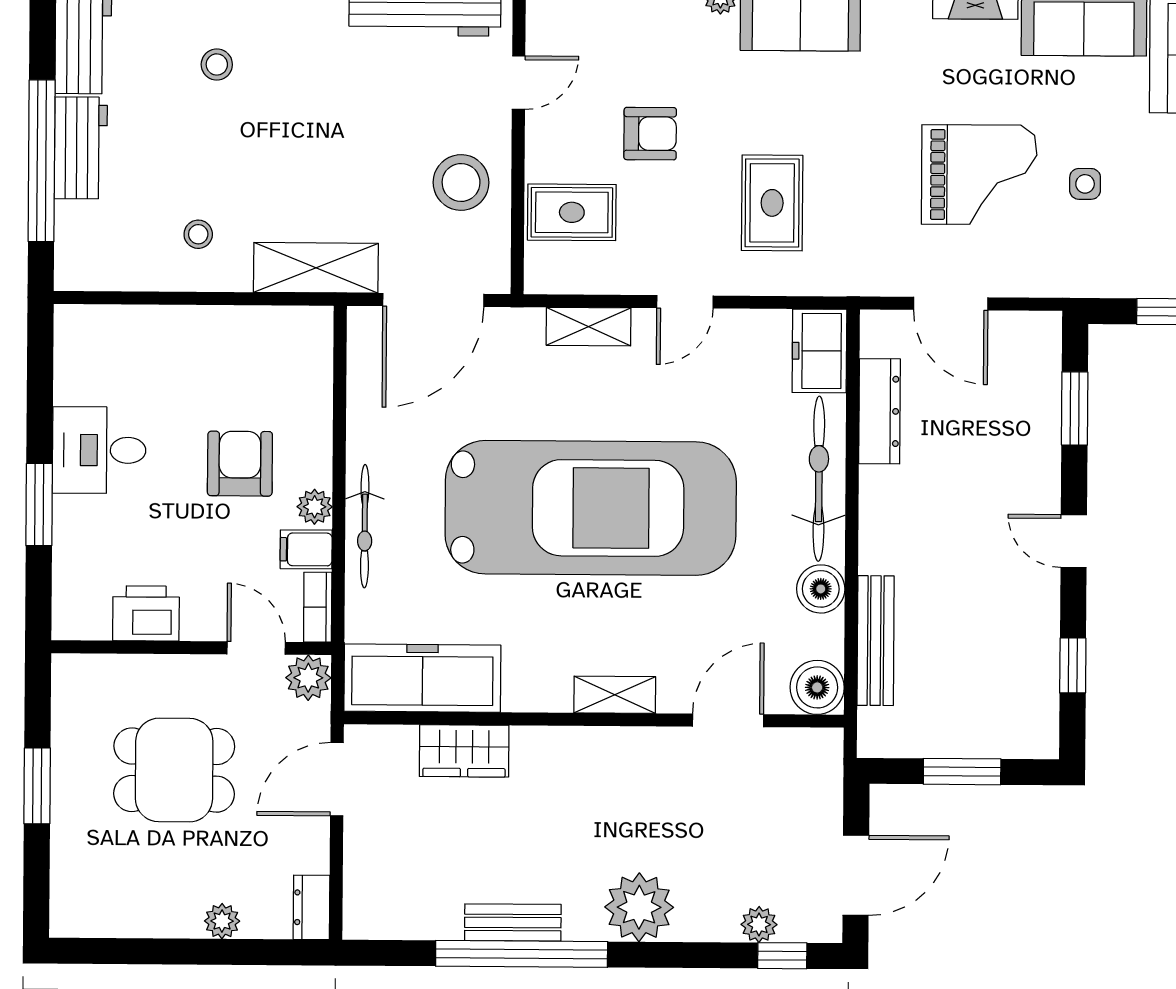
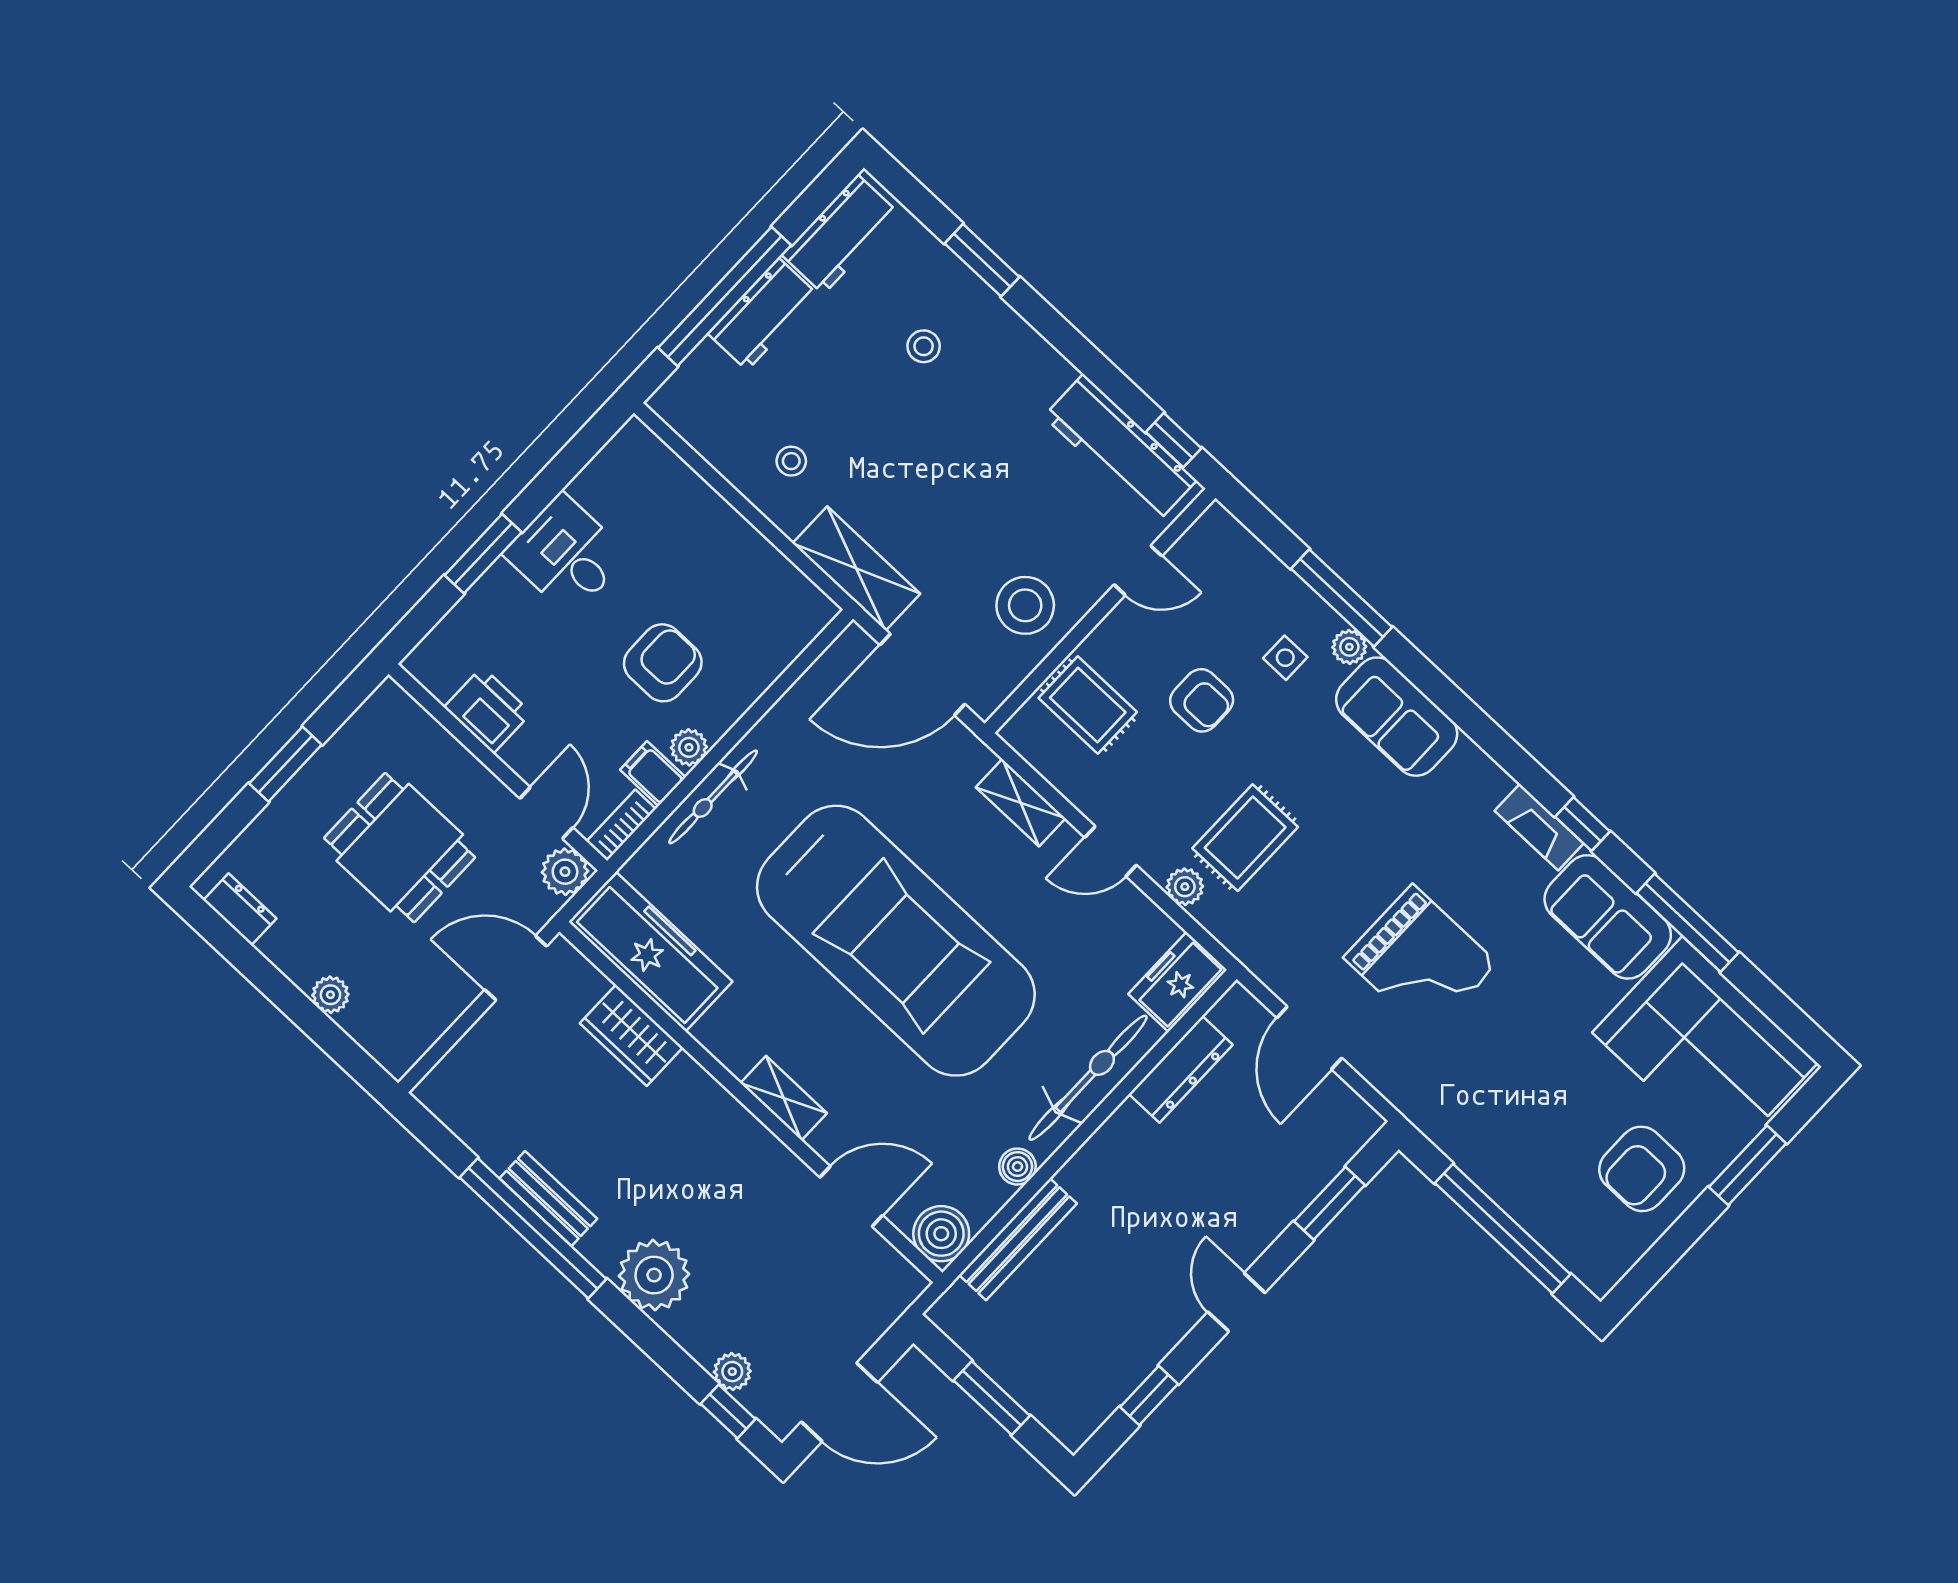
side table: (1085, 184) -> (1285, 658), moved
plant: (762, 278) -> (1185, 887), added
boiler: (821, 589) -> (1017, 1167), width x0.73, depth x0.73
dresser: (311, 907) -> (240, 909), moved, turned 90

